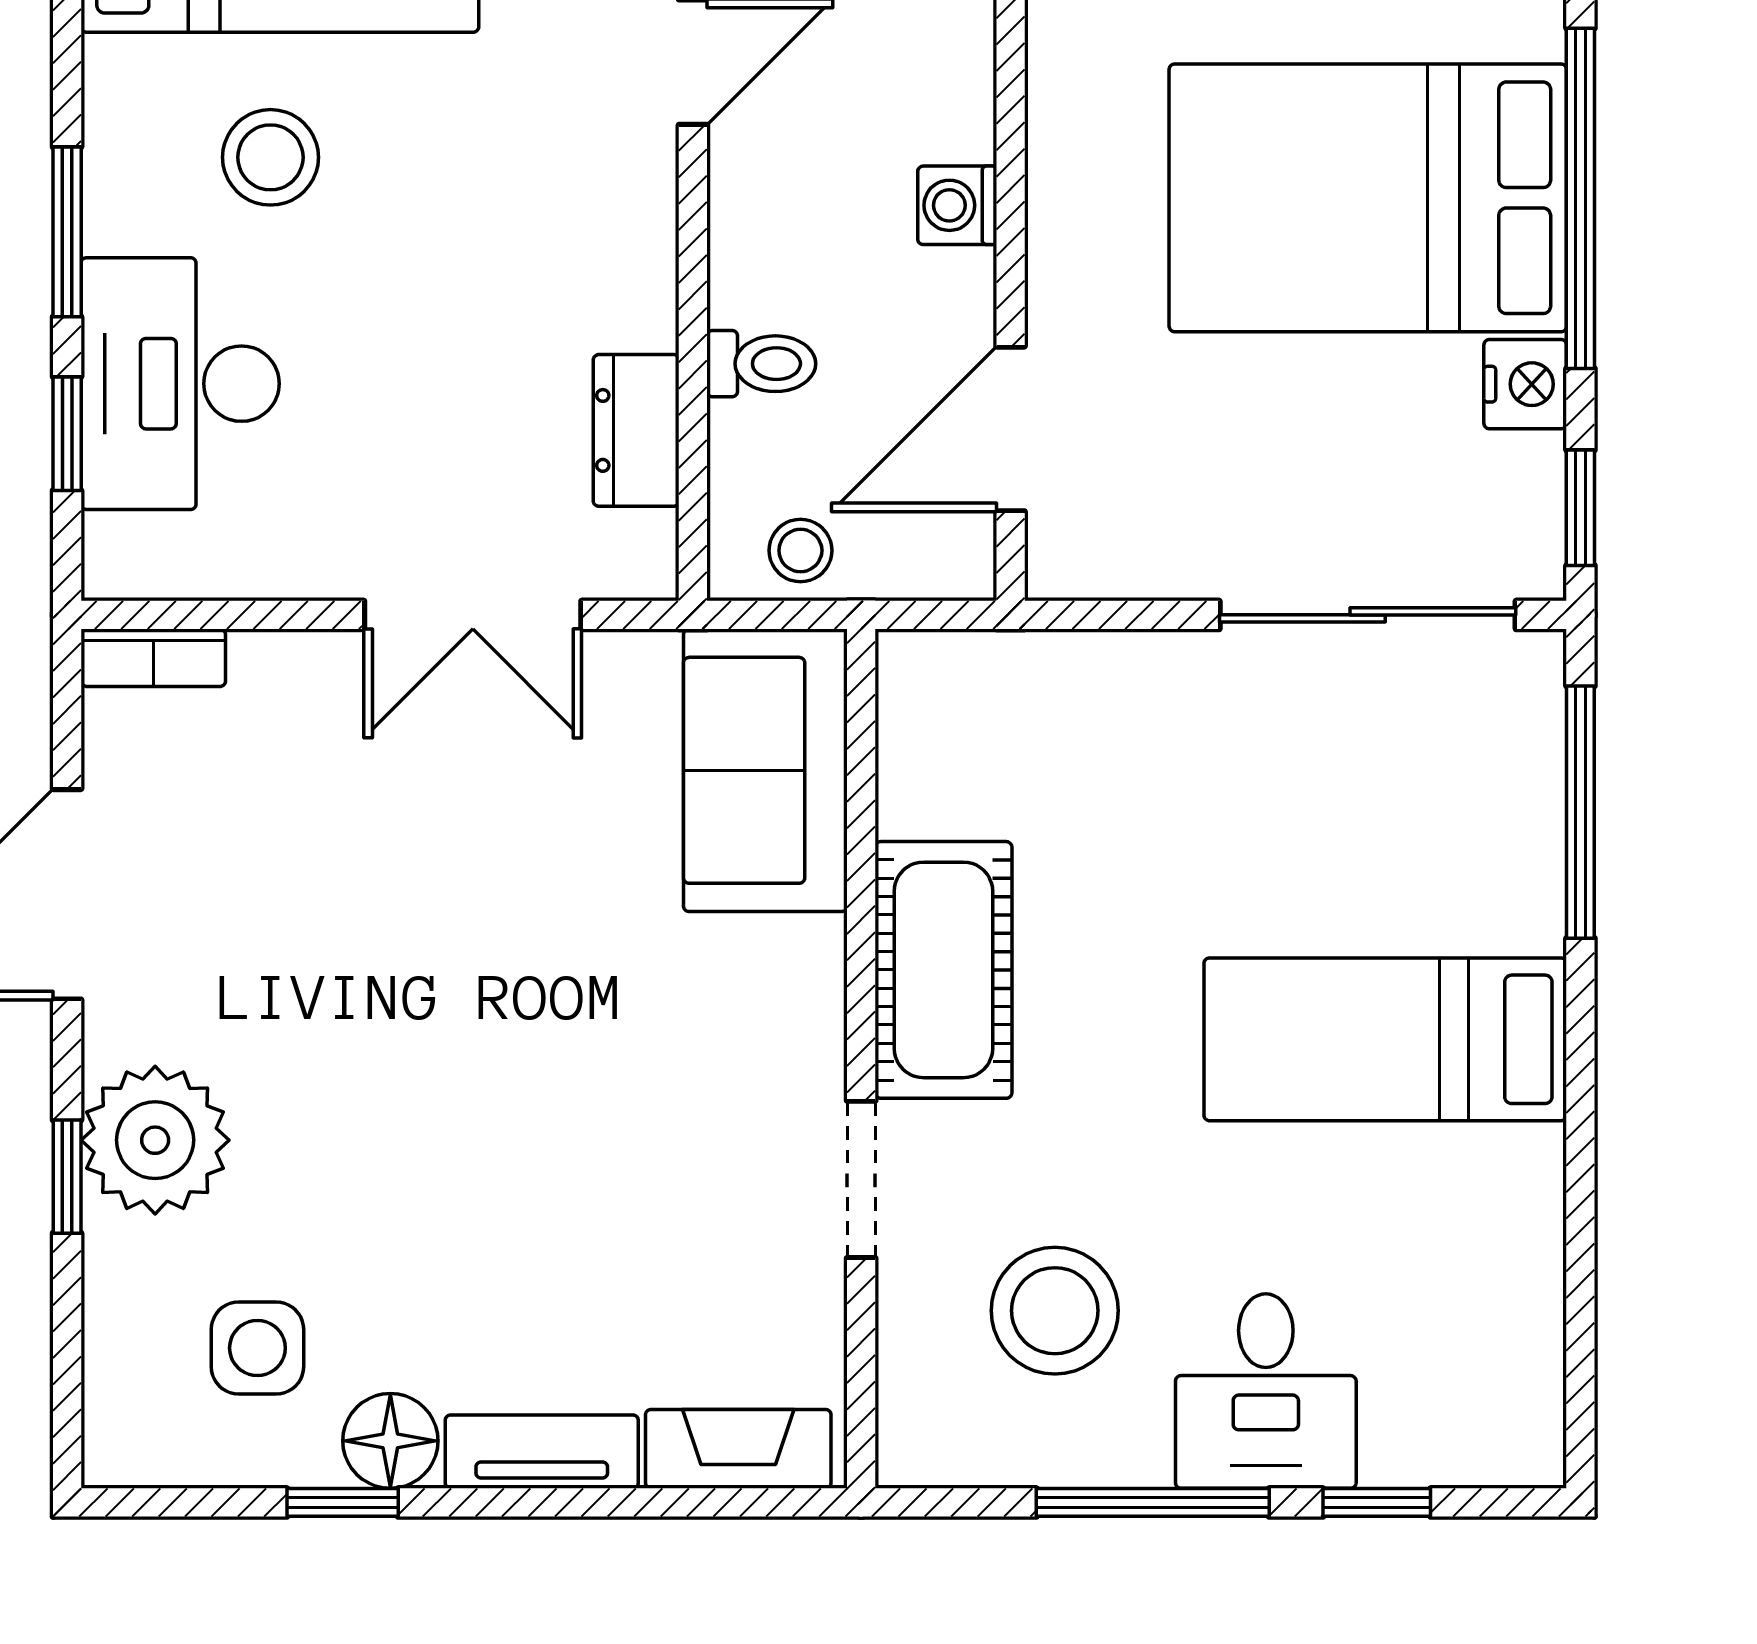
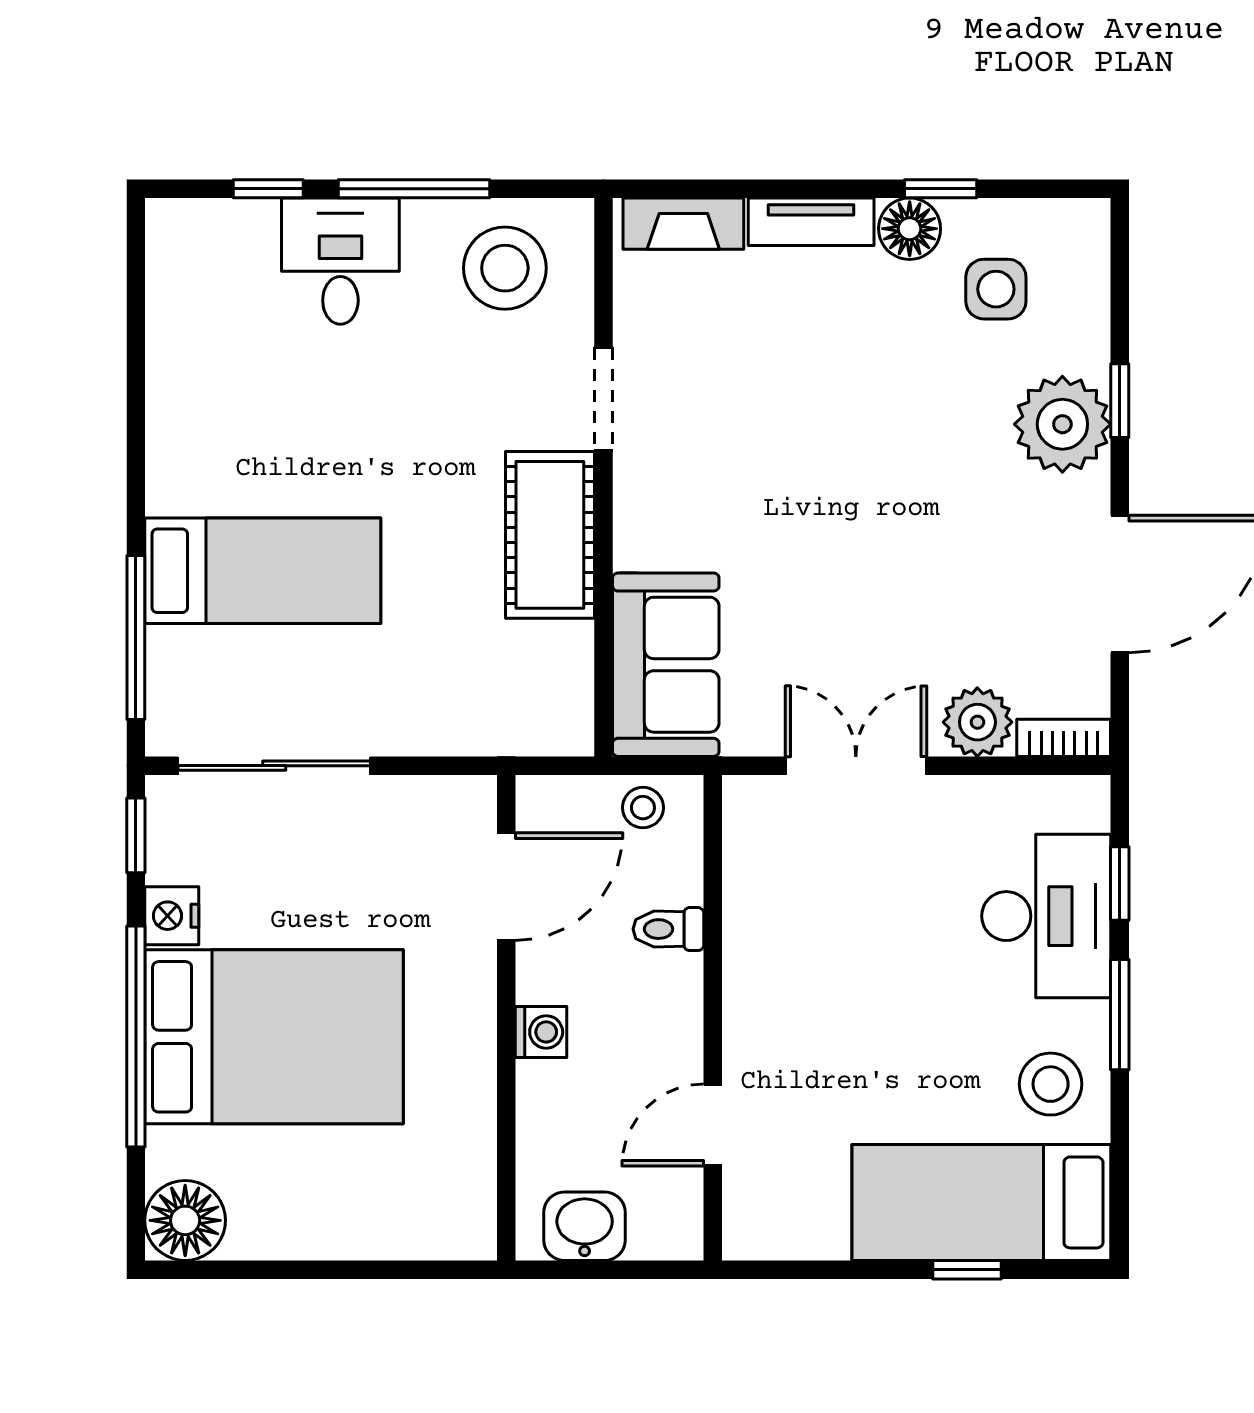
stool: (270, 157) -> (1051, 1084), moved
dresser: (636, 430) -> (750, 886), removed
plant: (286, 682) -> (977, 722), added
bed: (1385, 1039) -> (263, 571), moved
stool: (1055, 1311) -> (505, 268), moved

